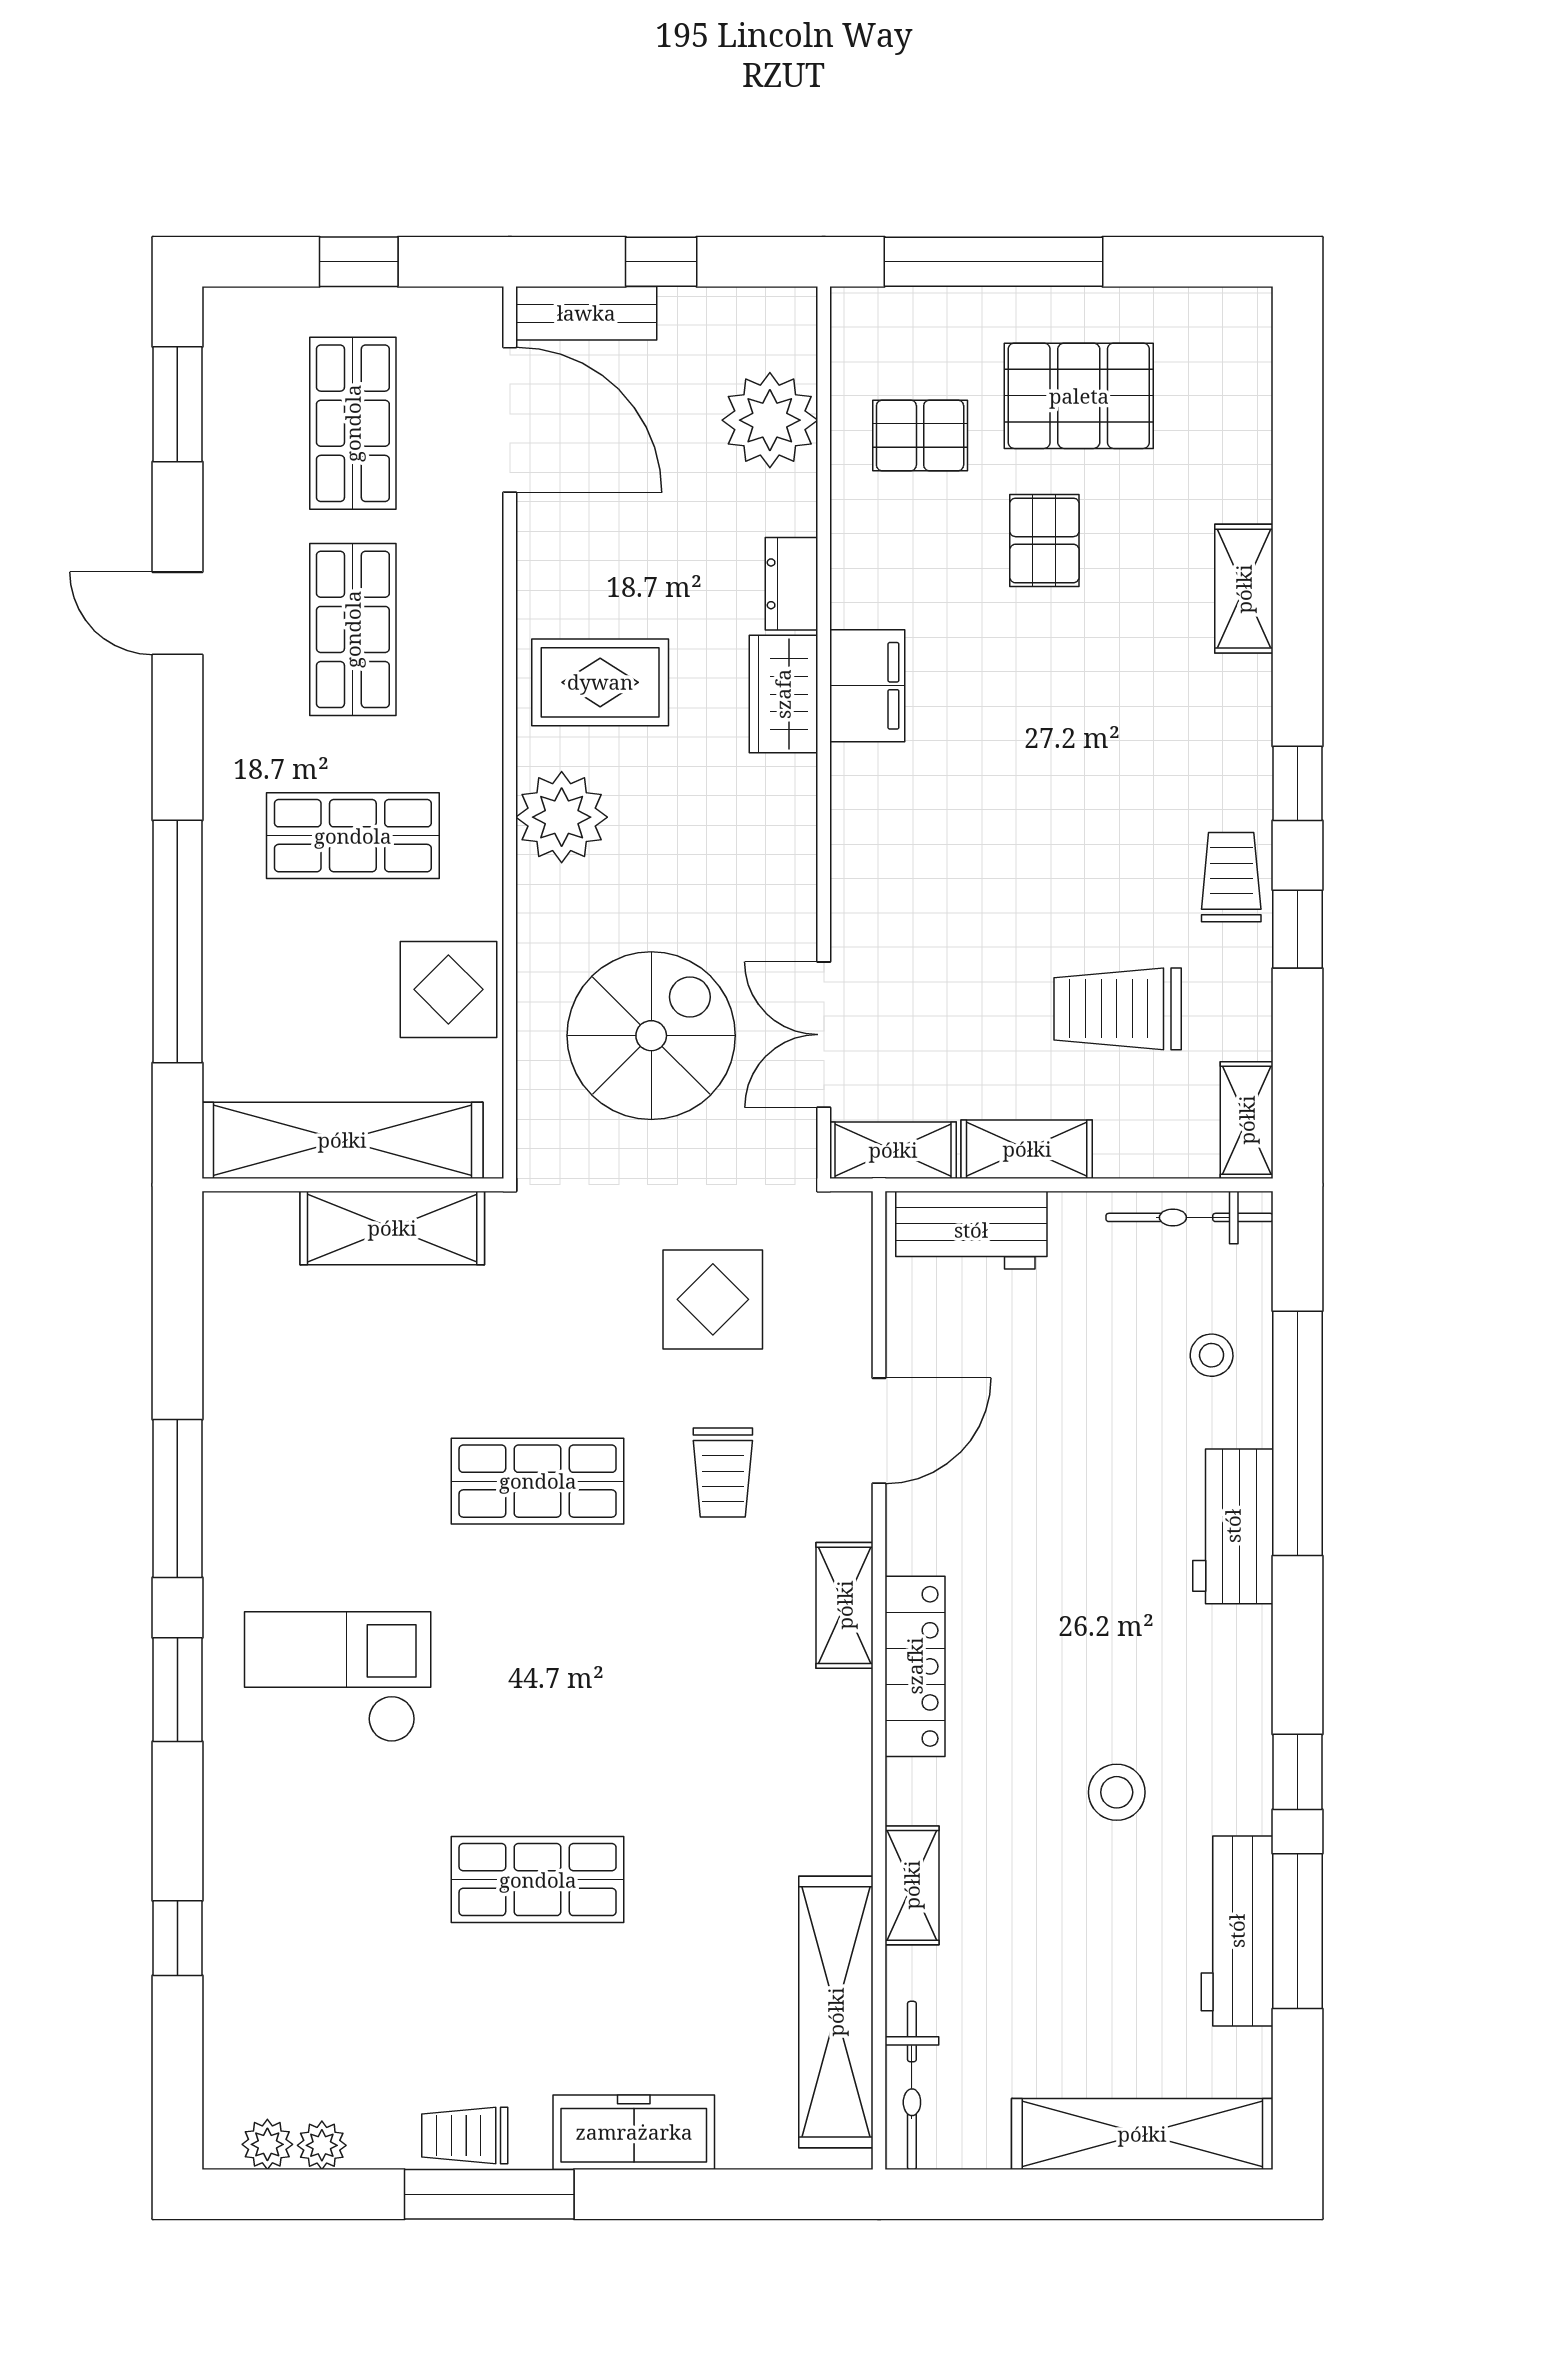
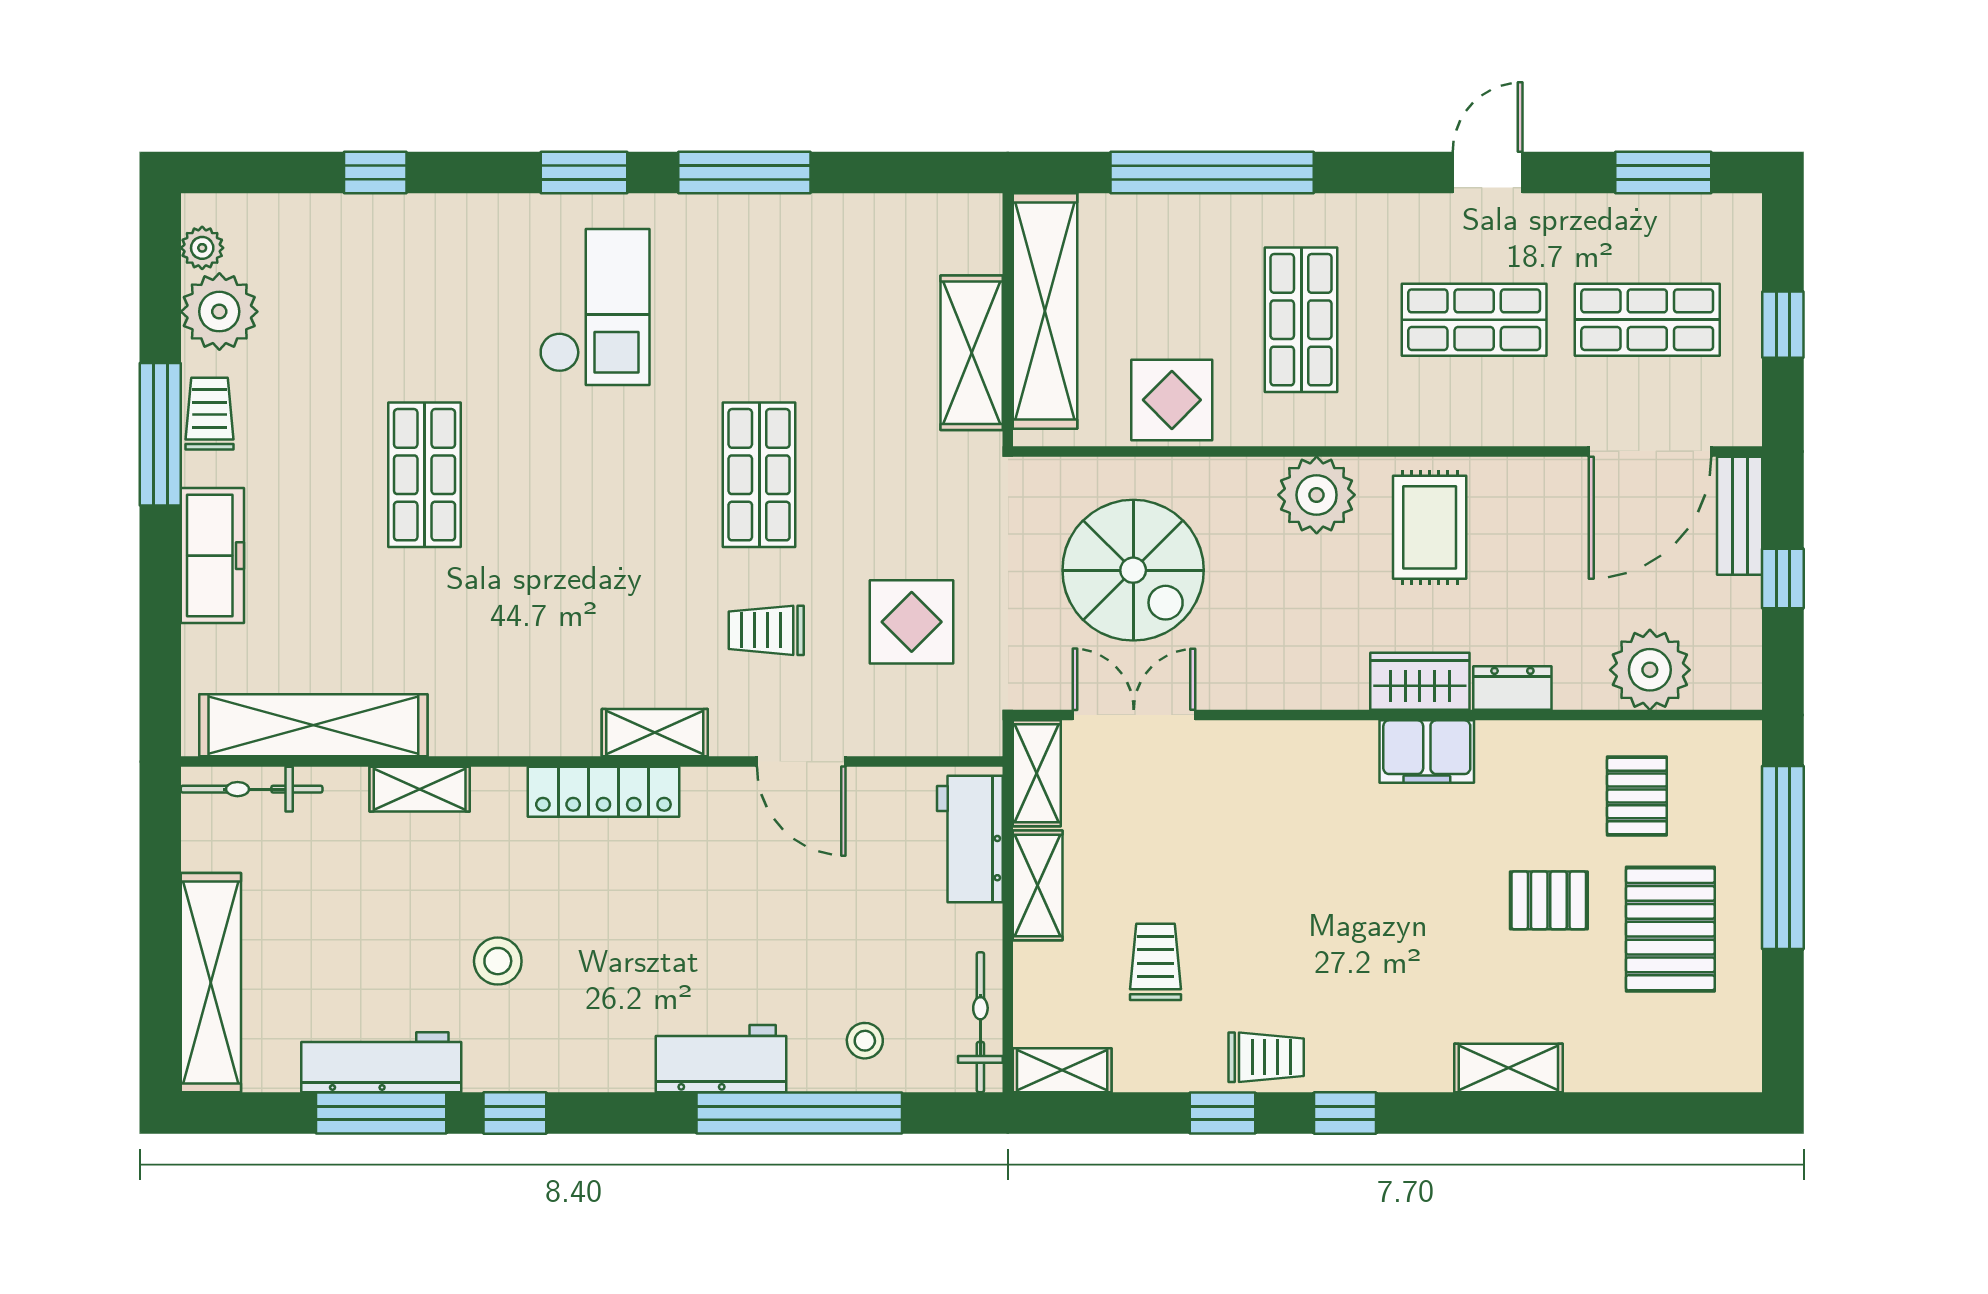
trolley: (1118, 1009) -> (1156, 962), width x0.73, depth x0.72
plant: (322, 2145) -> (219, 312), width x1.88, depth x1.88

